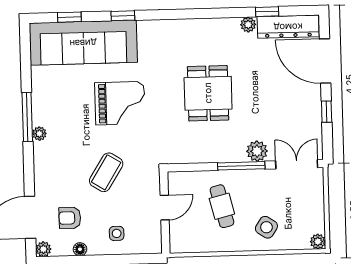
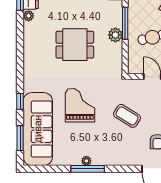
window: (69, 17) -> (20, 138), width x1.50
plant: (39, 134) -> (86, 161), moved
plant: (257, 151) -> (115, 35), moved

